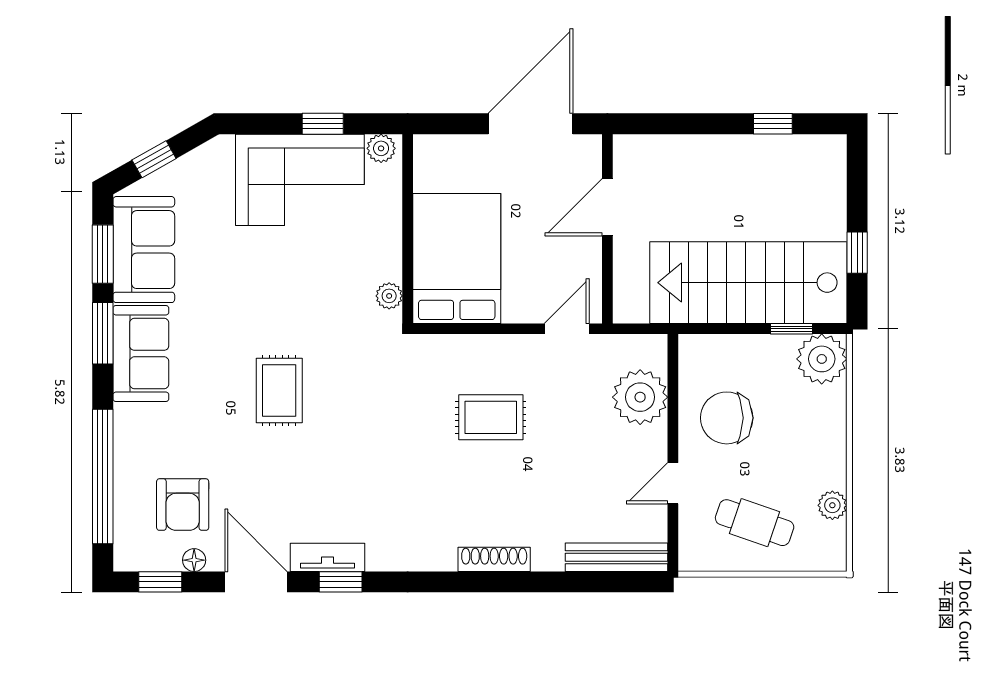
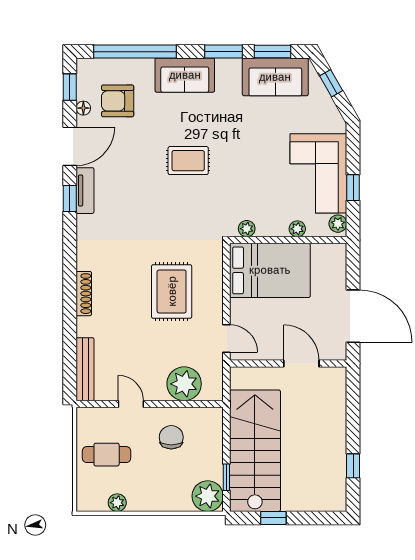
plant: (389, 214) -> (297, 229), added
sofa: (141, 354) -> (185, 75), moved
rug: (491, 417) -> (172, 291), width x1.36, depth x1.43
chair: (727, 418) -> (171, 437), width x0.73, depth x0.73
cafe table: (755, 523) -> (107, 455), turned 71

